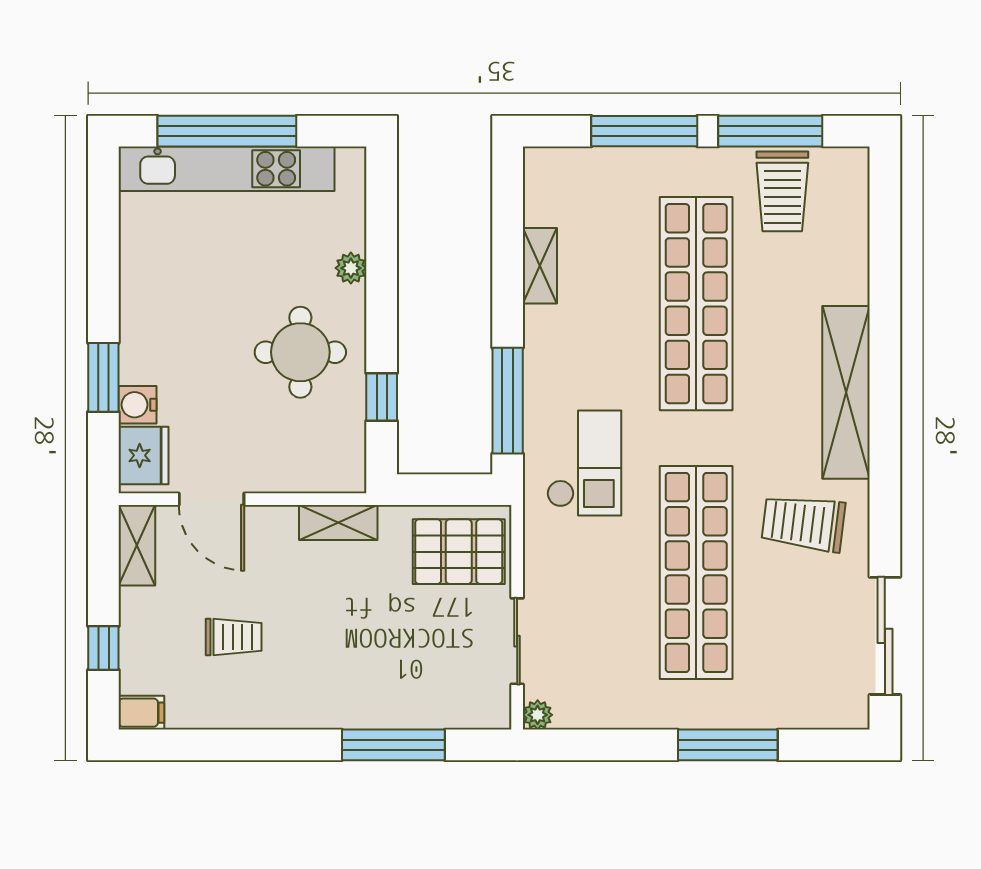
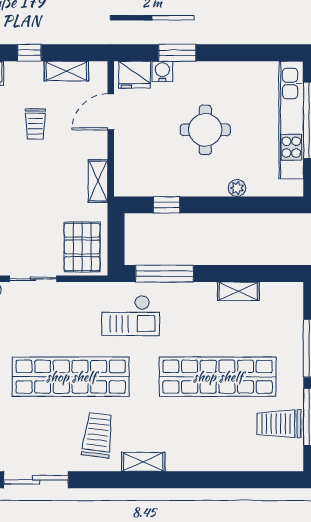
round table: (300, 352) -> (205, 130), moved
shelving: (846, 392) -> (143, 462), width x0.45, depth x0.75
shelving: (137, 545) -> (66, 71), moved

